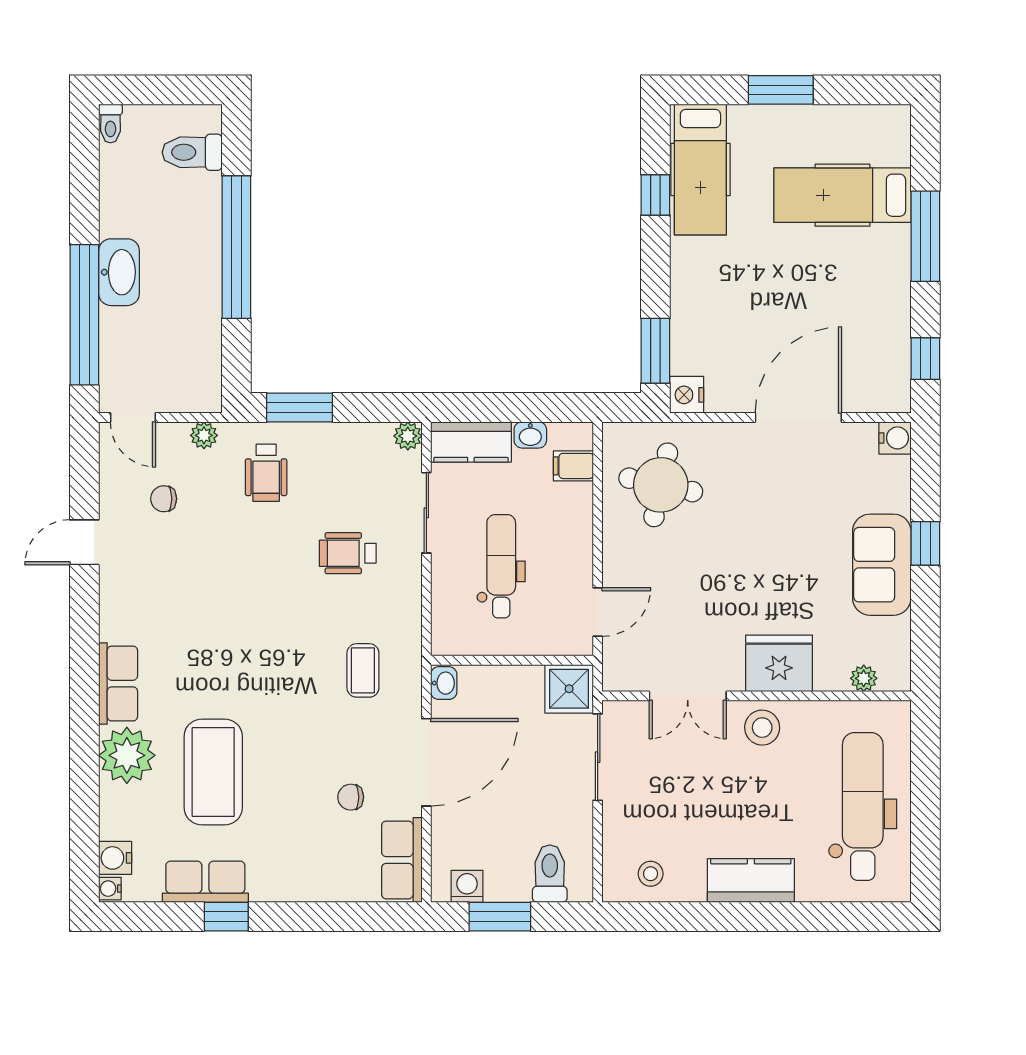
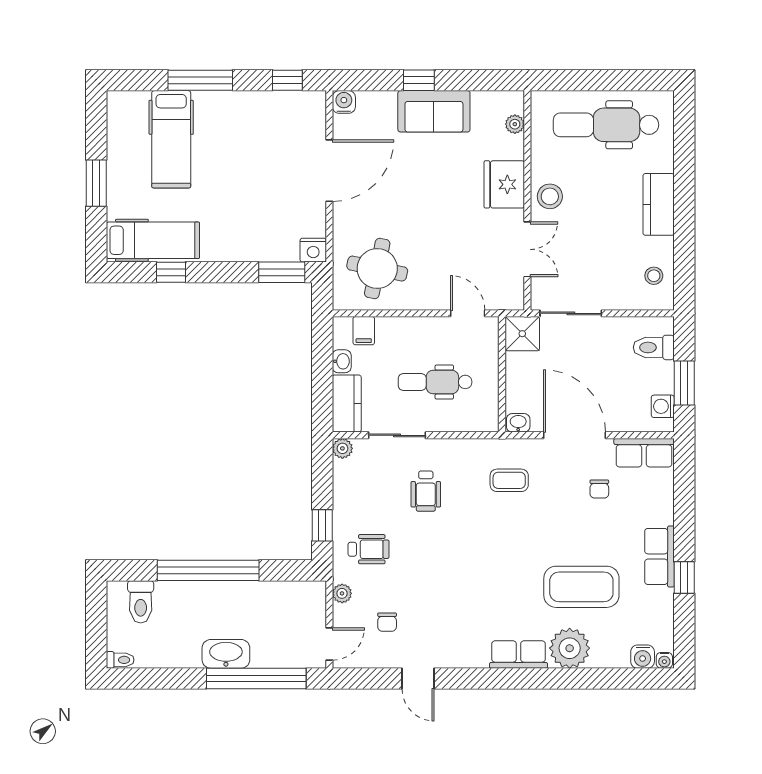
window: (300, 408) -> (322, 525), width x0.67
door: (798, 418) -> (329, 171), swing flipped
row of seats: (205, 882) -> (659, 556), moved

